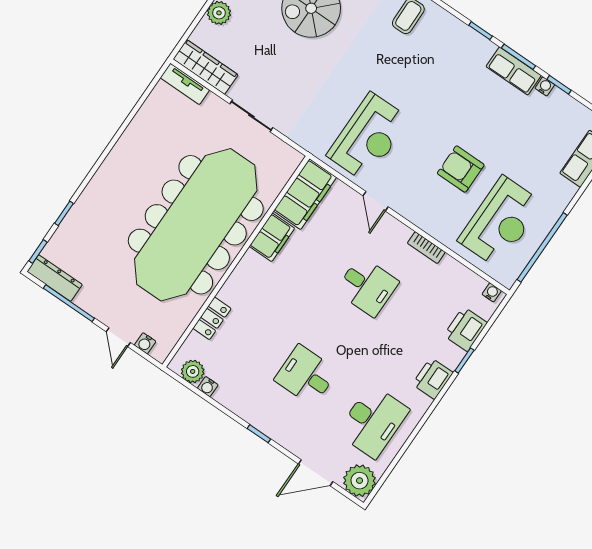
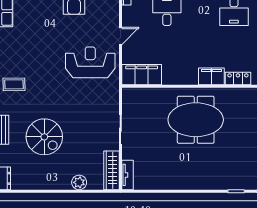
meeting table: (196, 225) -> (196, 120), width x0.54, depth x0.79
filing cabinet: (272, 237) -> (211, 76), moved

